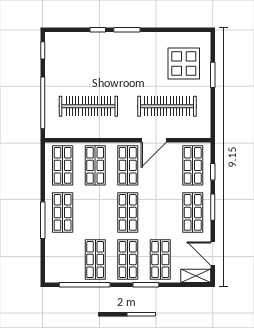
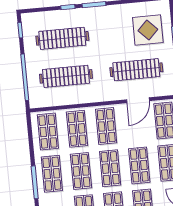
clothes rail: (88, 64) -> (62, 38), added
door: (154, 140) -> (138, 100), moved
shop shelf: (95, 212) -> (81, 171), added
shop shelf: (160, 212) -> (139, 165), added

